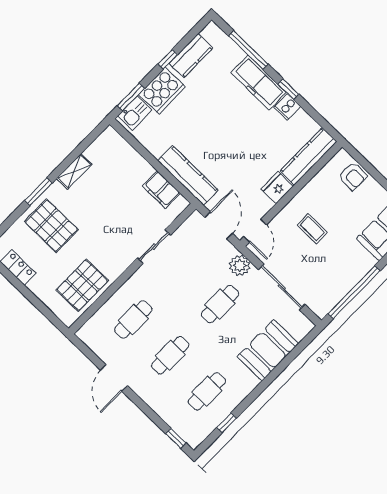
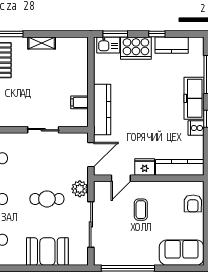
filing cabinet: (161, 190) -> (80, 102), width x0.50
door: (255, 231) -> (121, 178), moved

